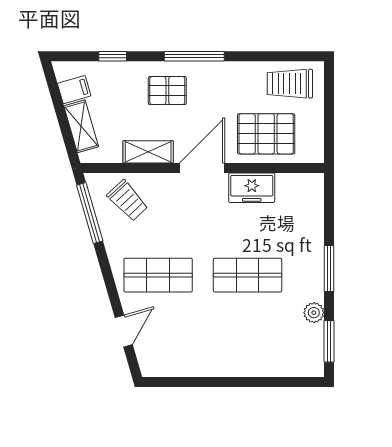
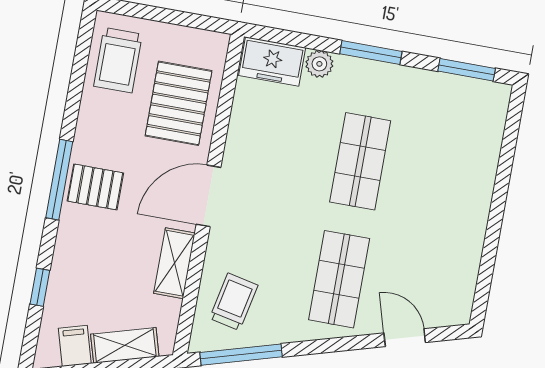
pallet: (167, 91) -> (95, 187), moved, turned 90
door: (202, 168) -> (208, 196), hinge flipped
freezer: (252, 188) -> (272, 62), moved, turned 90
trolley: (128, 201) -> (234, 302), turned -35
plant: (314, 313) -> (319, 64), moved

